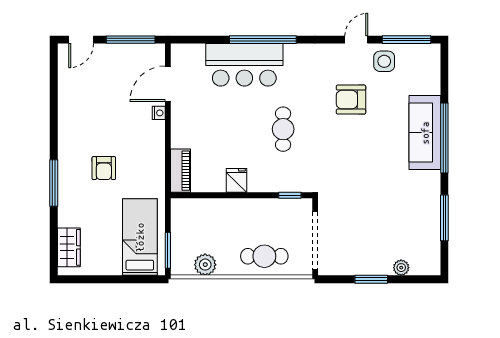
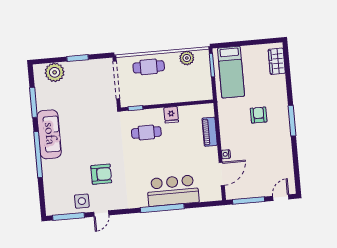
cafe table: (283, 129) -> (146, 133), moved, turned 90
sofa: (425, 133) -> (49, 134), moved
piano: (181, 171) -> (210, 132), moved
window: (54, 183) -> (292, 121), moved
plant: (401, 268) -> (55, 72), width x1.87, depth x1.87

